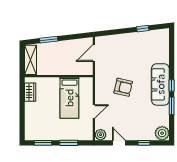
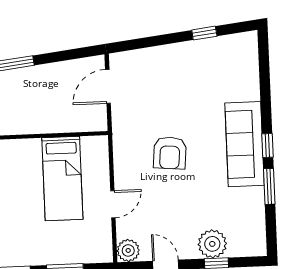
armchair: (123, 87) -> (170, 153), turned 82
plant: (162, 133) -> (212, 244), moved

